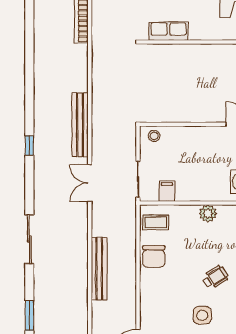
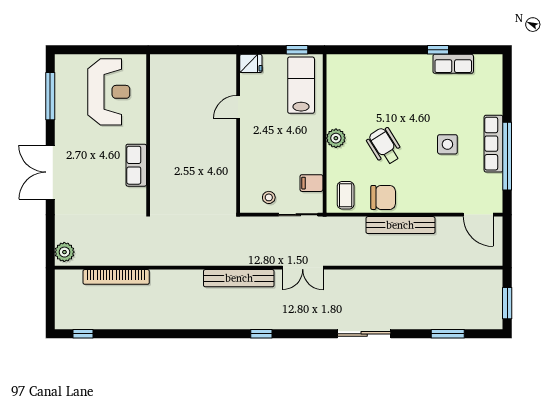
row of seats: (169, 31) -> (136, 165), moved
stool: (154, 136) -> (269, 197), moved
bench: (99, 269) -> (400, 225), moved
wheelchair: (215, 277) -> (385, 146), moved, width x1.36, depth x1.37

